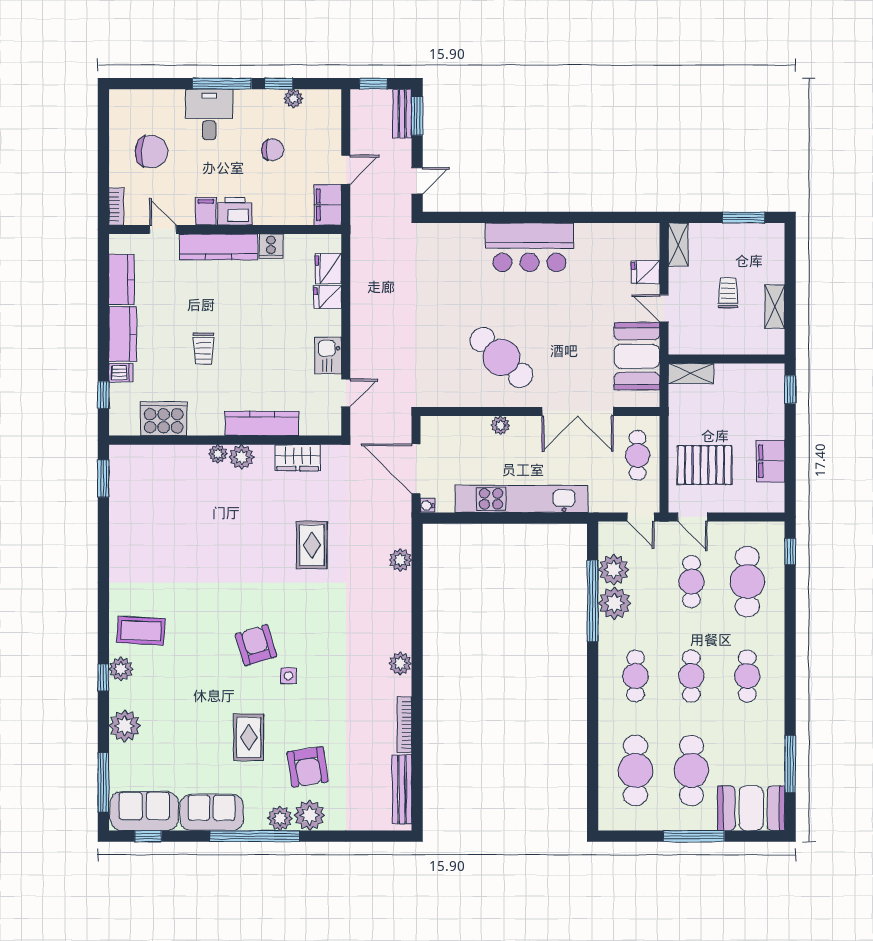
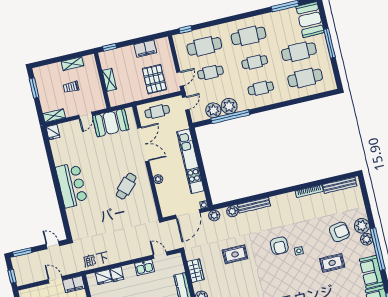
bench: (402, 114) -> (254, 205), moved, width x1.36
fridge: (646, 272) -> (53, 132), moved
cafe table: (501, 357) -> (126, 186), width x0.73, depth x0.74
shelving: (691, 373) -> (109, 80), moved
armchair: (256, 645) -> (279, 246), moved, turned -73
plant: (400, 664) -> (214, 215), moved
cafe table: (747, 676) -> (249, 36), width x1.37, depth x1.35

